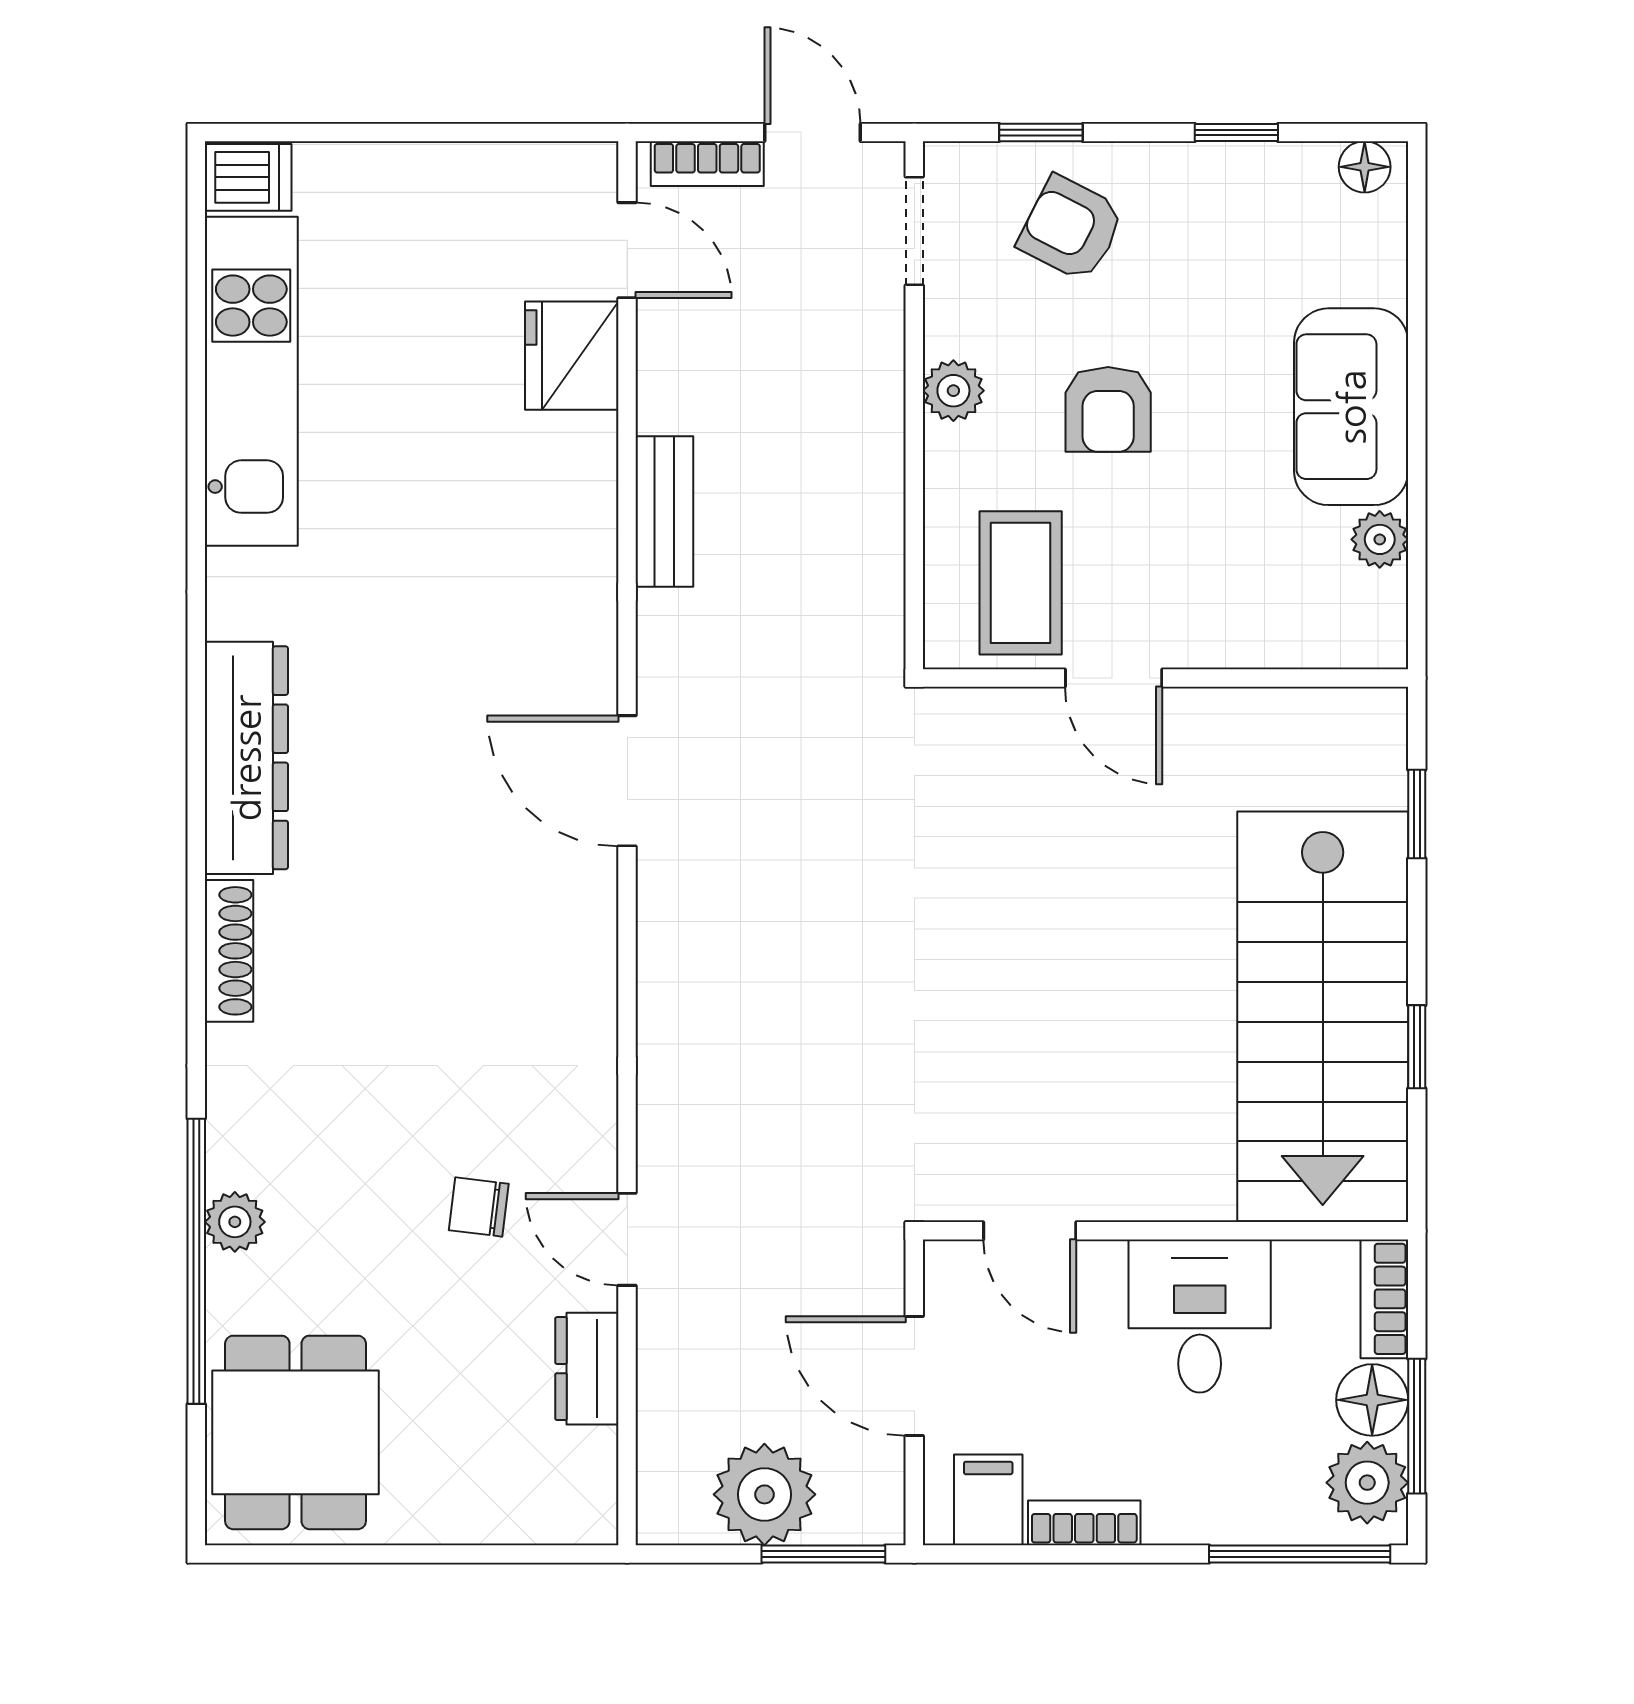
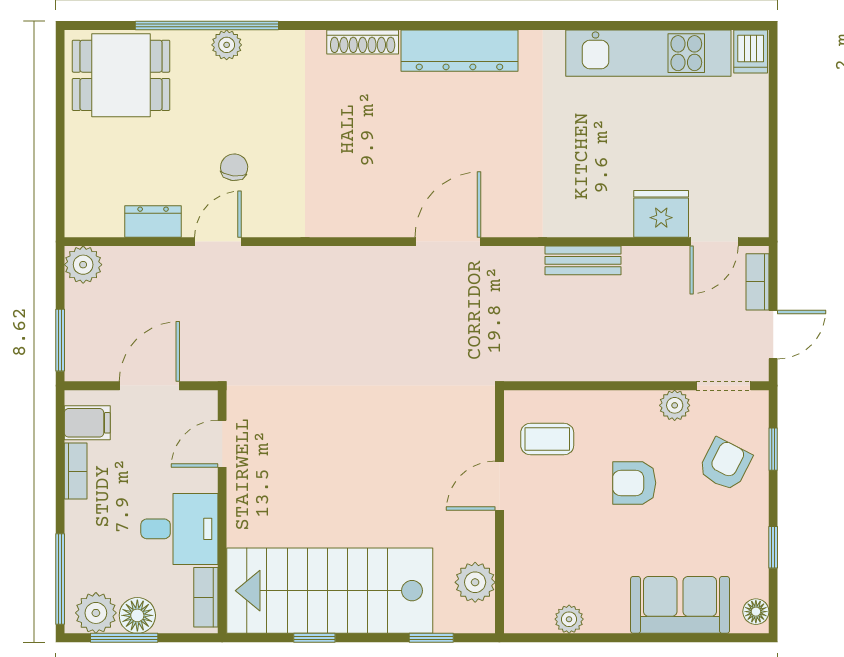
plant: (953, 391) -> (675, 405), moved
sofa: (1351, 407) -> (680, 605), moved
coffee table: (1021, 583) -> (547, 439), width x0.73, depth x0.77
plant: (1306, 727) -> (475, 582), added
bookcase: (1384, 1299) -> (206, 597), moved, turned -90
plant: (764, 1494) -> (83, 265), moved, width x0.73, depth x0.73

